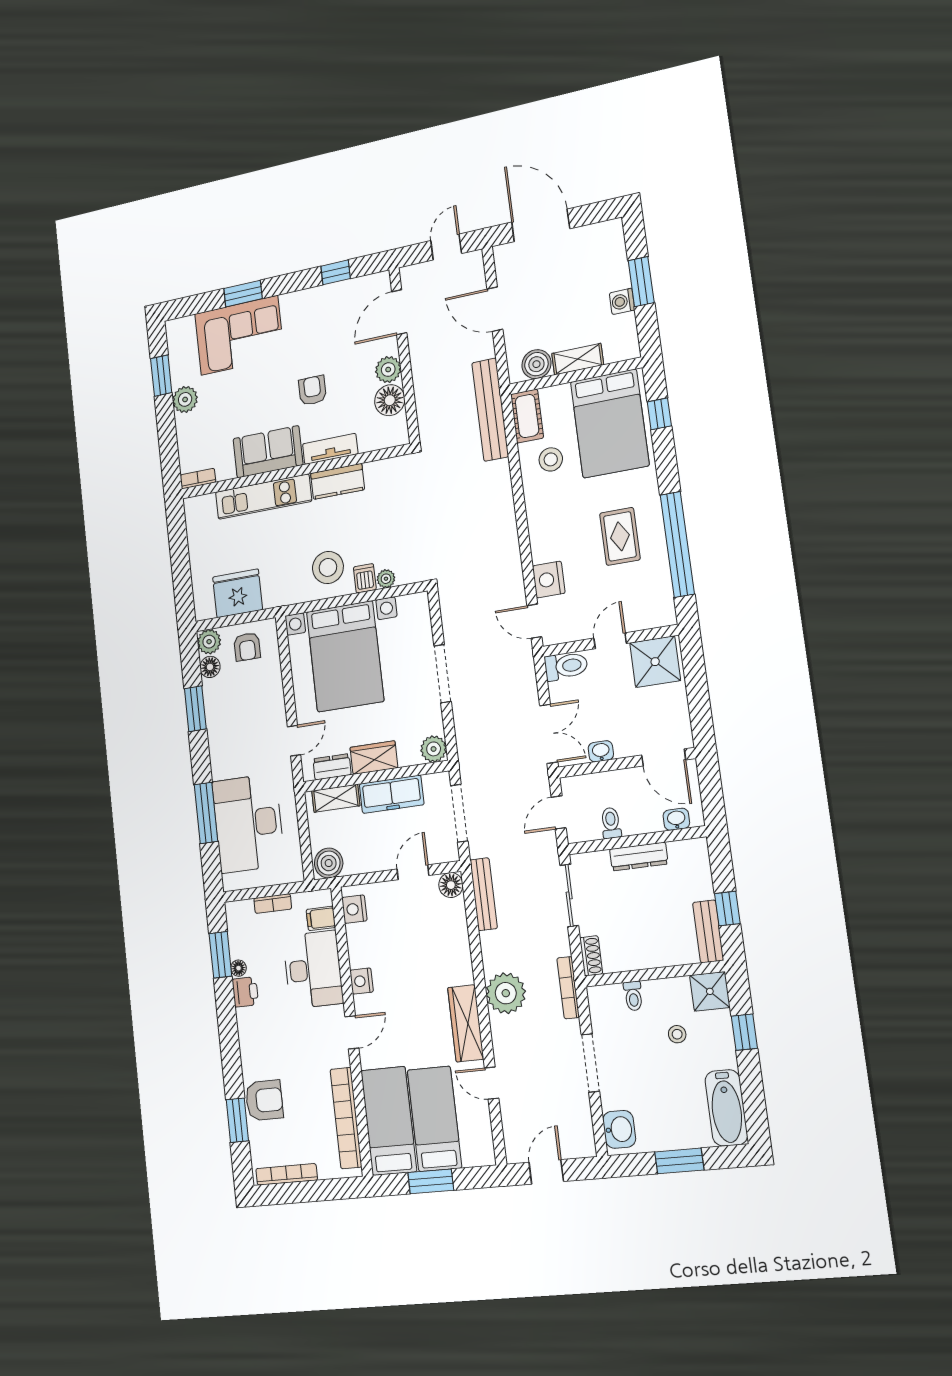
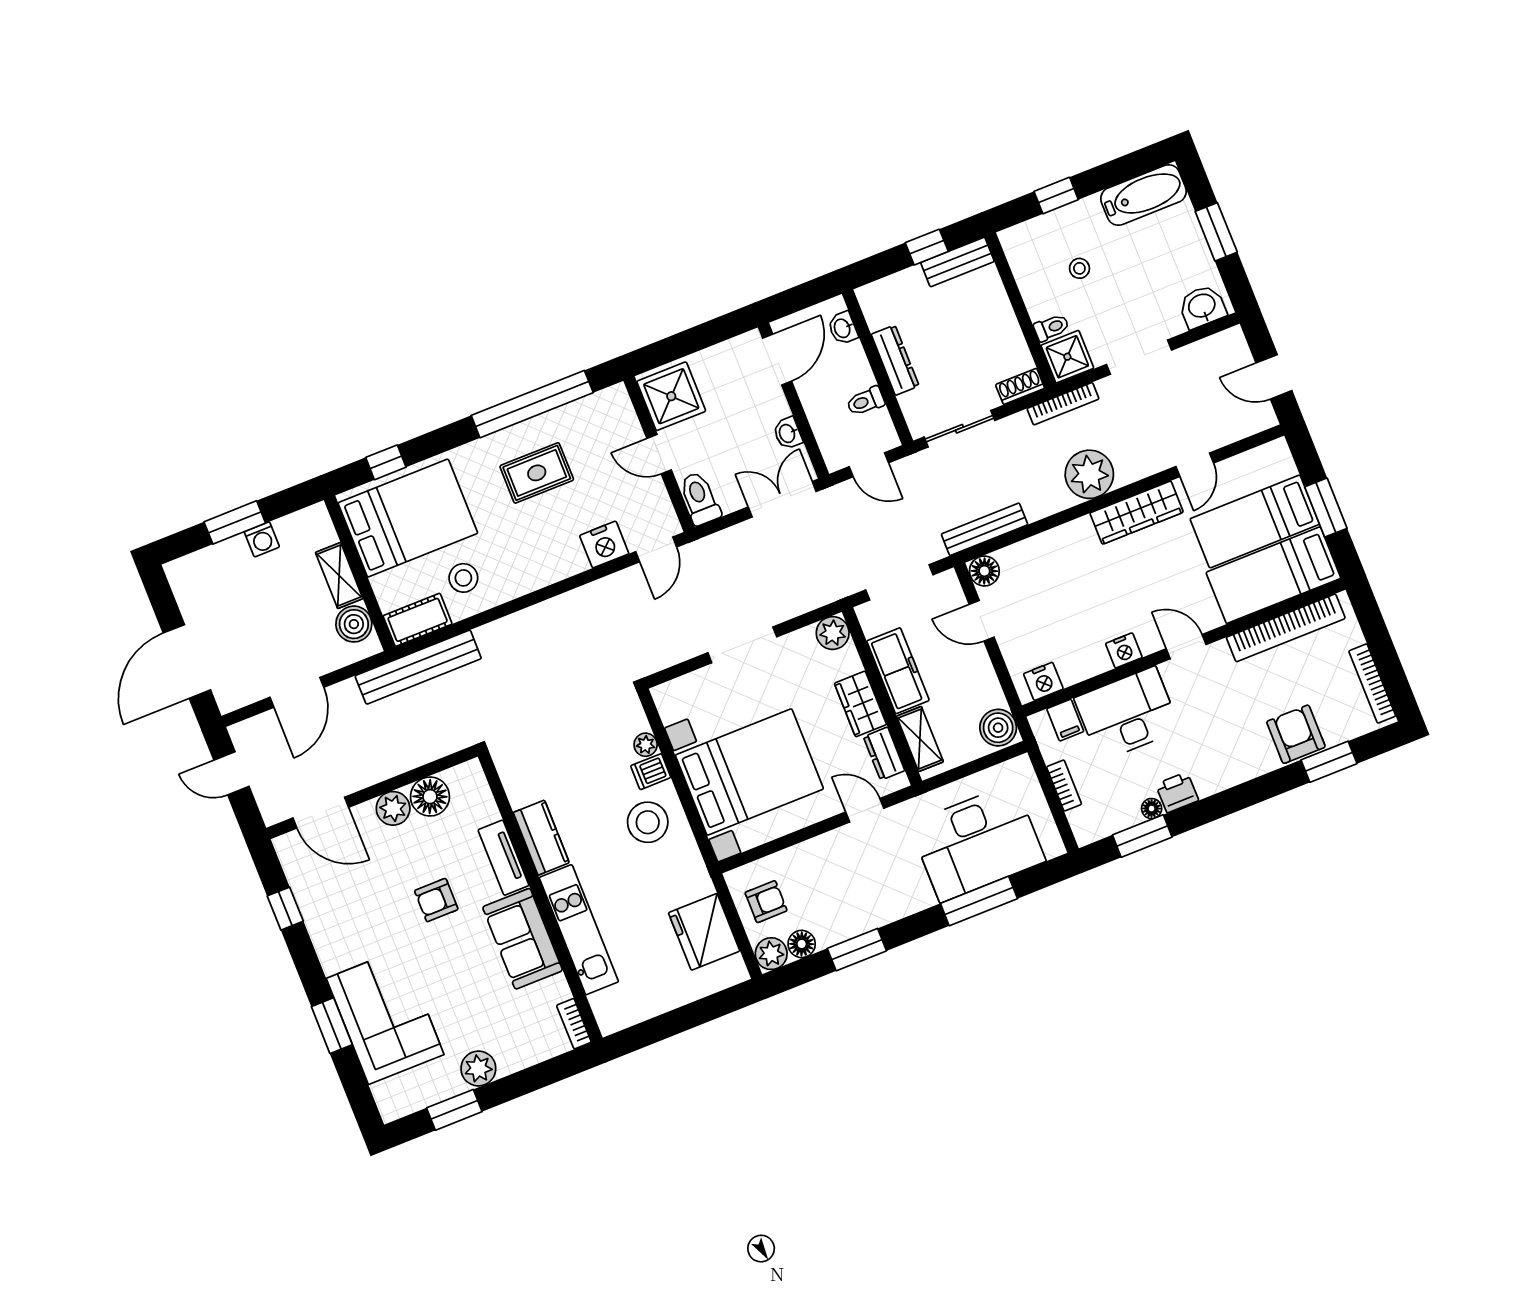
shower: (710, 991) -> (1067, 357), moved

